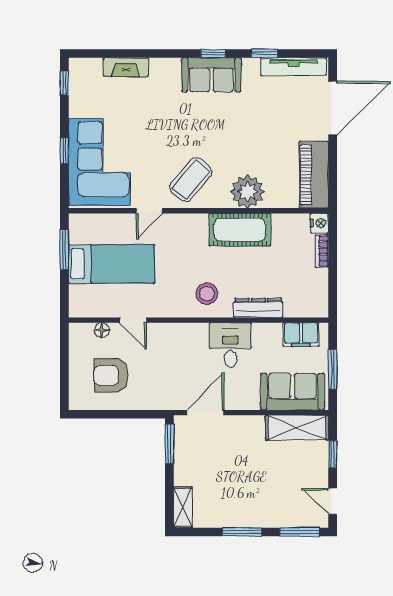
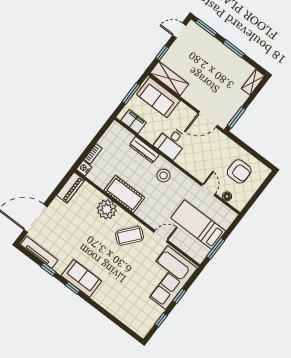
fireplace: (126, 67) -> (120, 313), removed
window: (64, 83) -> (161, 320), moved
piano: (314, 175) -> (71, 188), width x0.73, depth x0.75
door: (333, 501) -> (179, 30), swing flipped

